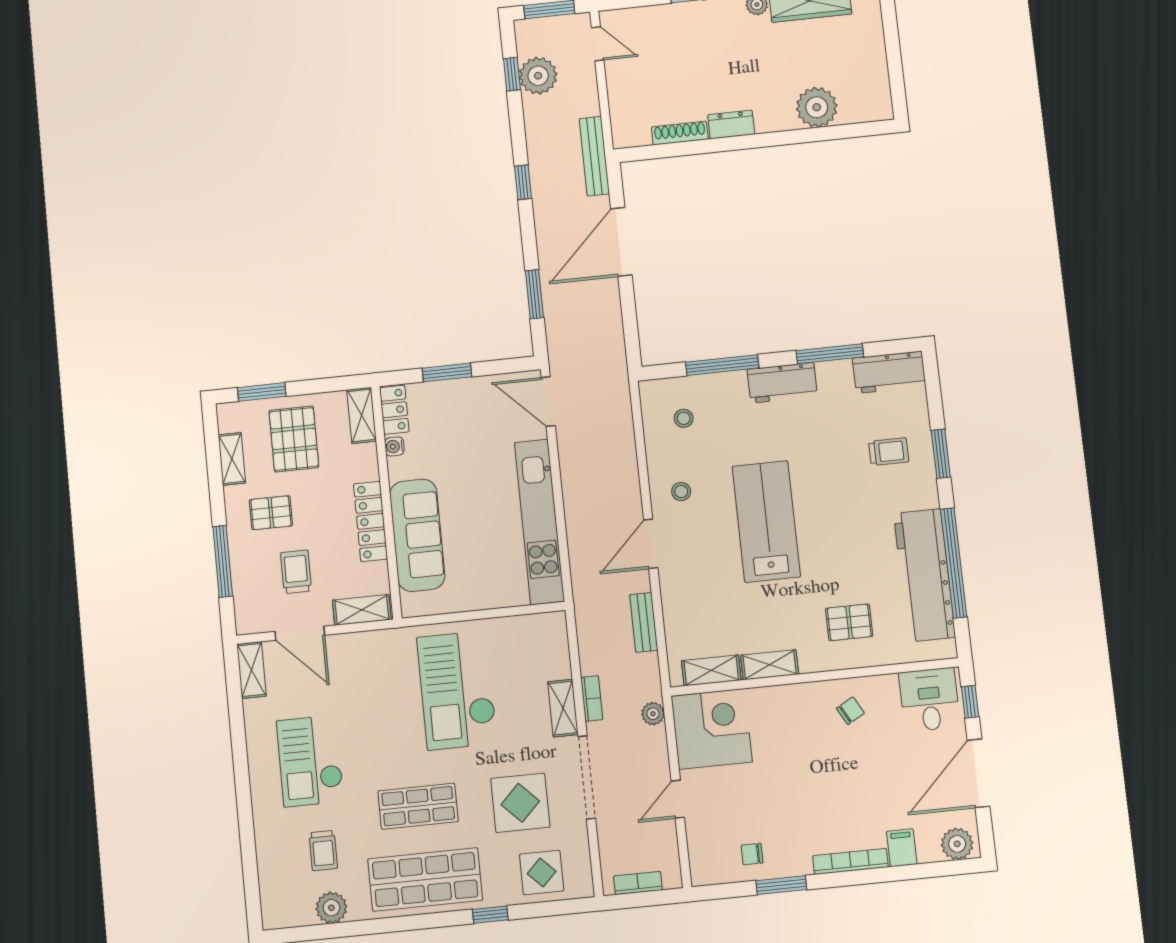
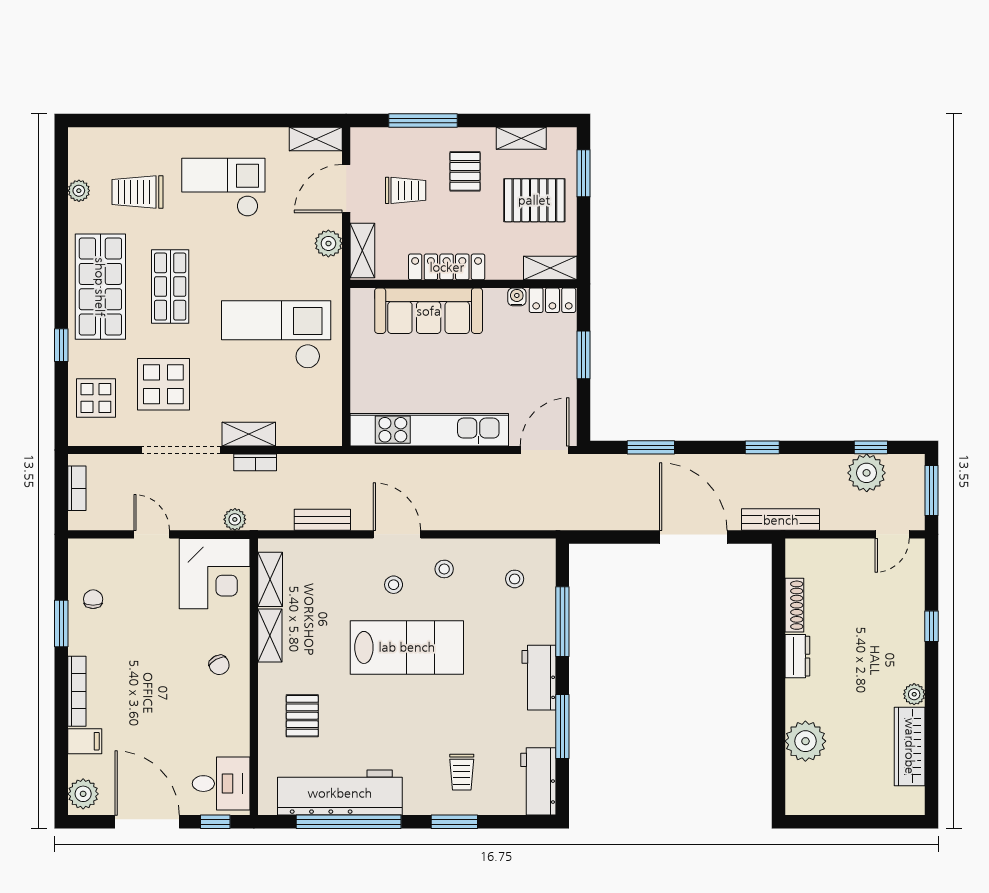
stool: (703, 542) -> (394, 585), added
plant: (358, 646) -> (328, 243), added
chair: (850, 711) -> (219, 665), moved
trolley: (323, 850) -> (138, 192), width x1.36, depth x1.39
plant: (331, 908) -> (79, 191), width x0.73, depth x0.73

